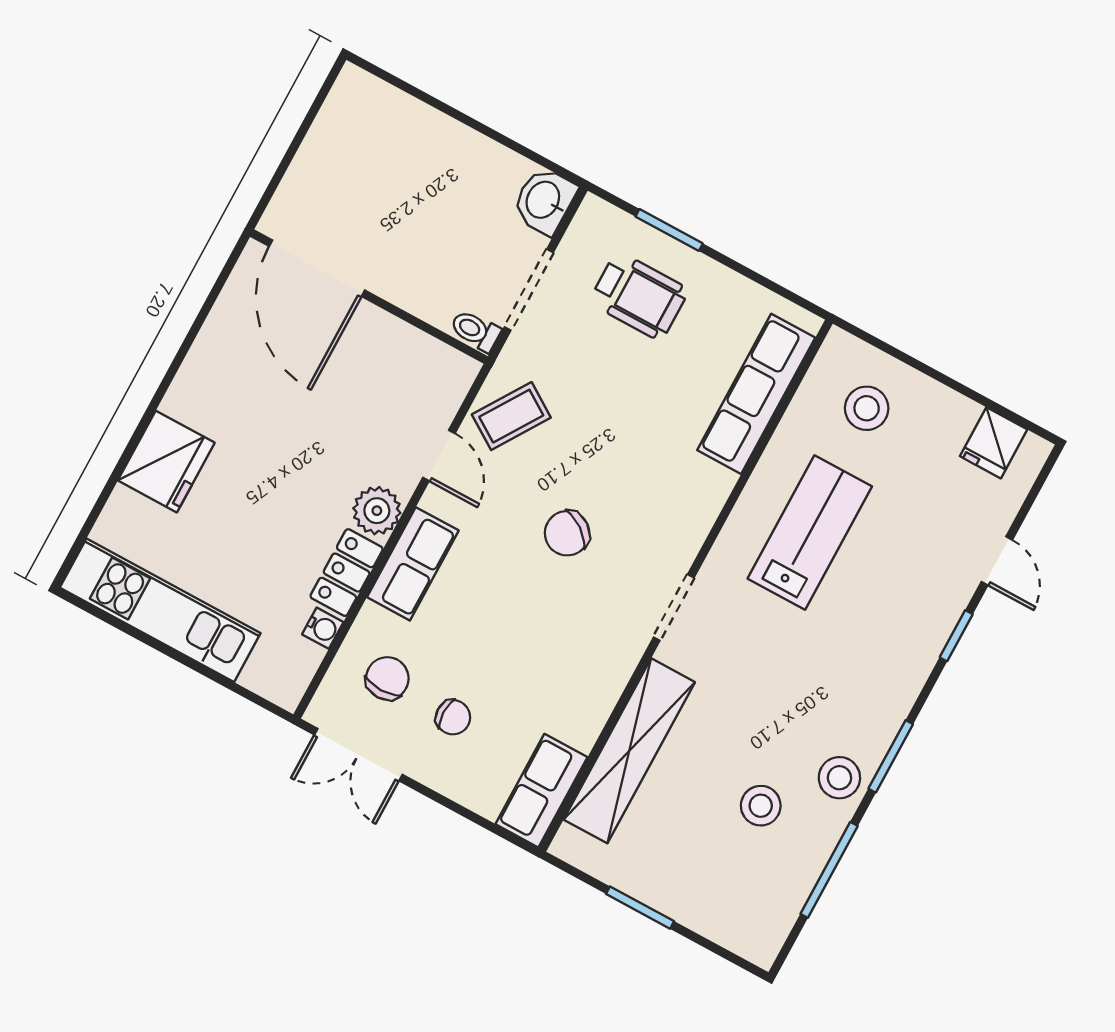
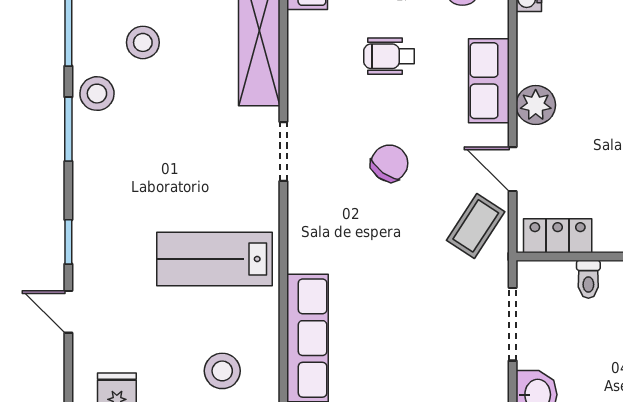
wheelchair: (639, 296) -> (389, 56), moved, width x0.73, depth x0.73
toilet: (475, 331) -> (588, 279), moved, turned 90
lab bench: (810, 533) -> (215, 259), turned 90
locker: (347, 573) -> (558, 236), moved, turned -90

